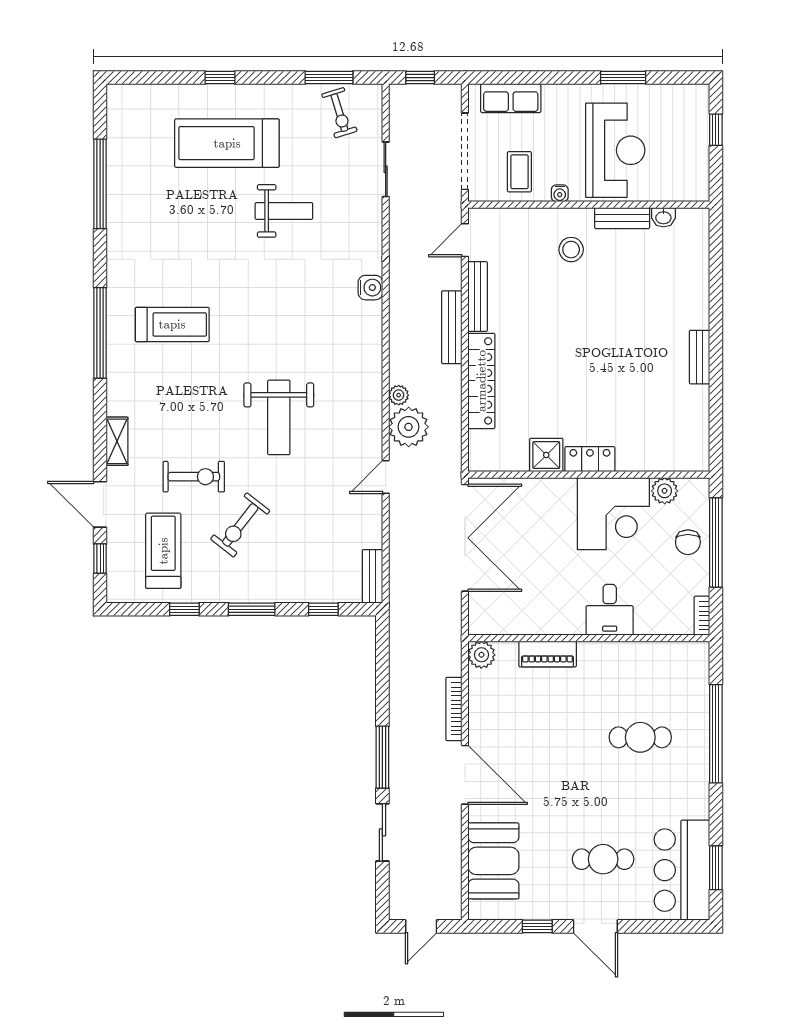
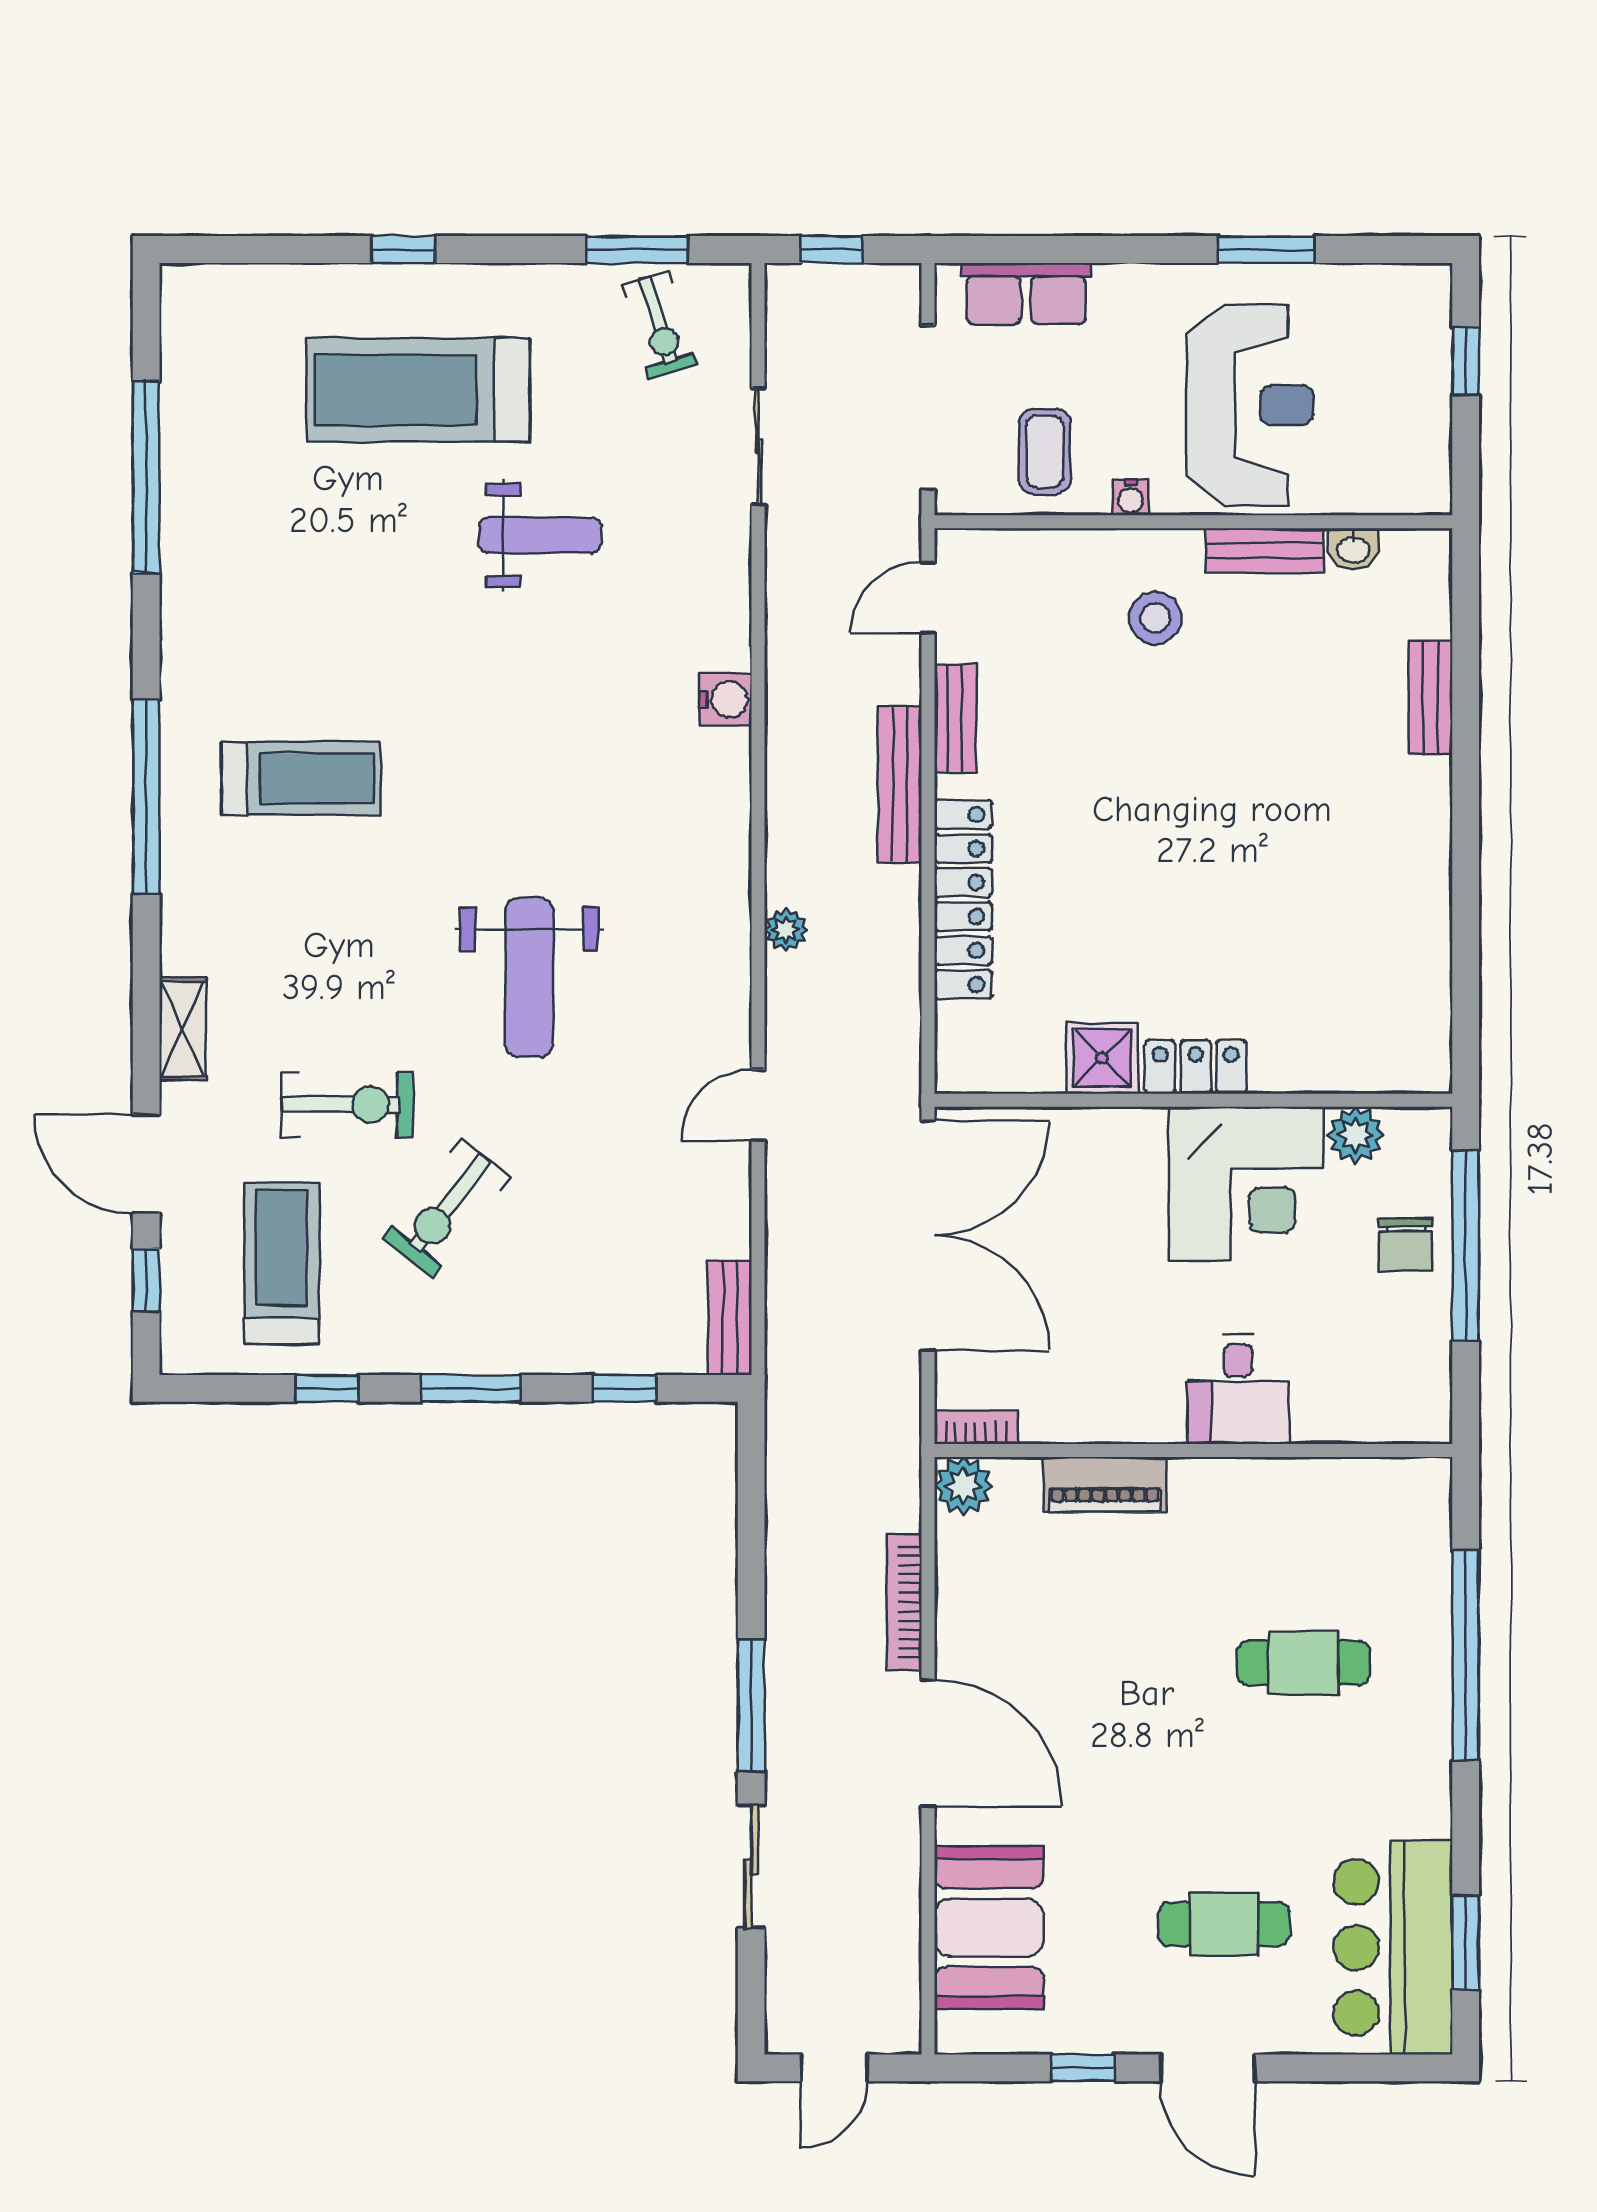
bench: (478, 296) -> (955, 719), width x0.73
bench: (699, 357) -> (1430, 698), moved
plant: (409, 427) -> (807, 998), removed
bookcase: (702, 616) -> (976, 1428), moved, turned 90

